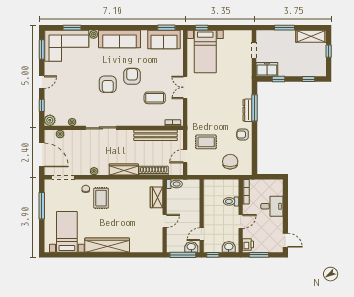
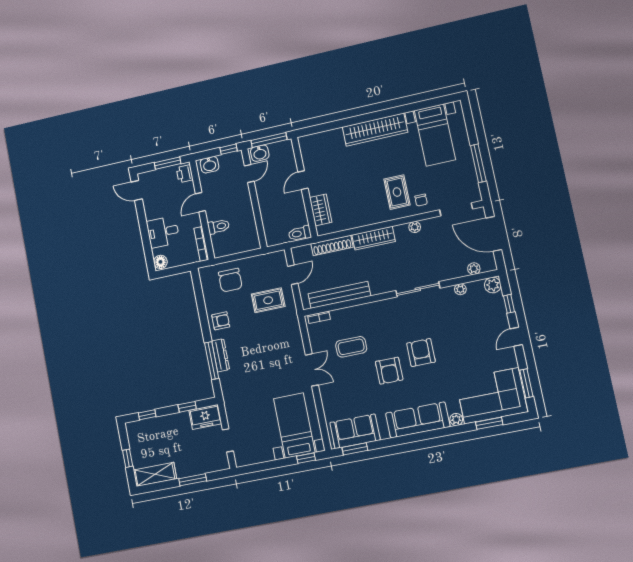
floor lamp: (278, 185) -> (160, 262), added

